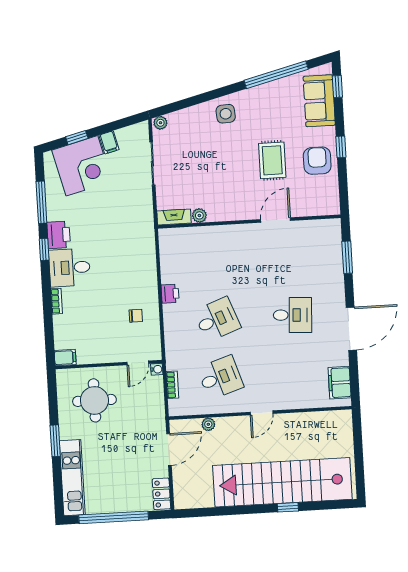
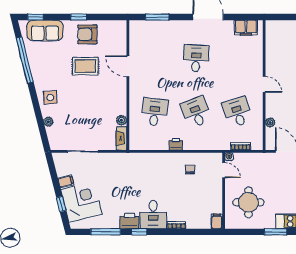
plant: (160, 123) -> (48, 122), moved
desk: (214, 261) -> (155, 112), added

